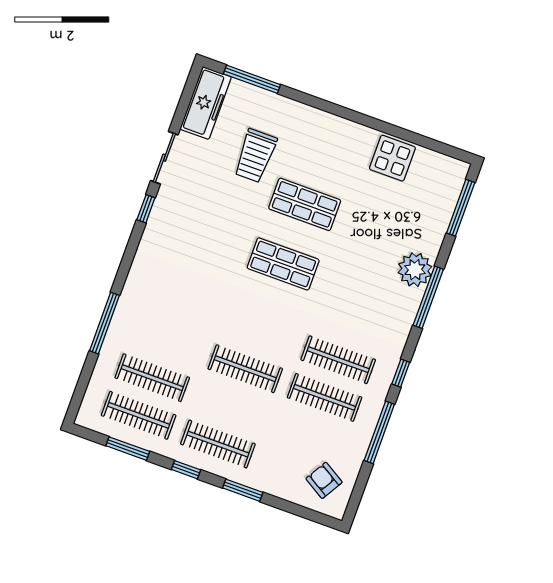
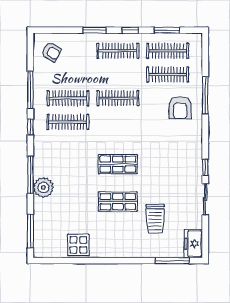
freezer: (206, 103) -> (193, 244), width x0.71
trolley: (255, 156) -> (155, 219), turned 180
armchair: (152, 318) -> (180, 108), added

